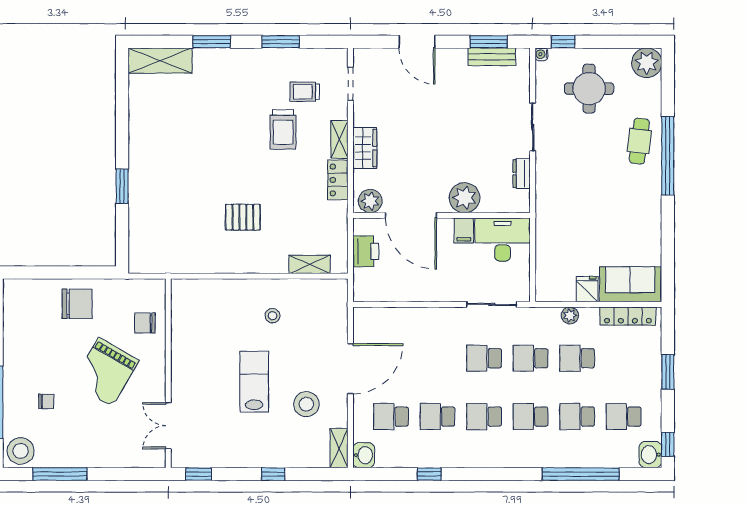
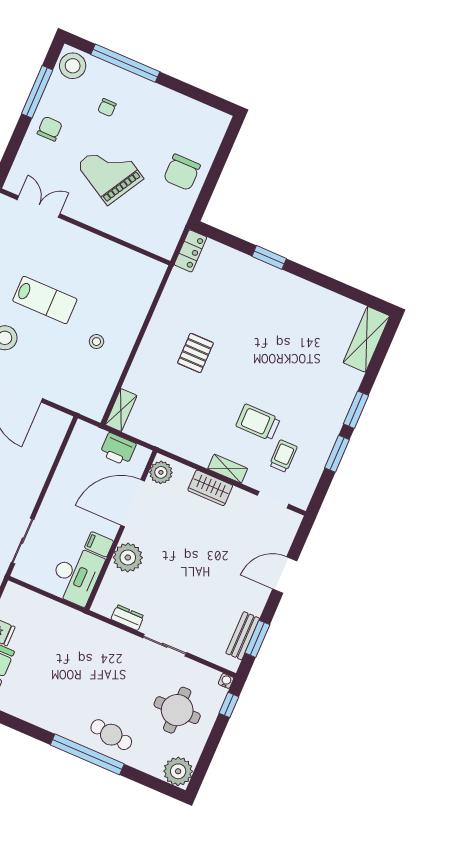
window: (212, 42) -> (356, 410), moved
locker: (338, 180) -> (190, 251), moved, turned 90
shelving: (310, 264) -> (121, 410), moved
chair: (145, 323) -> (50, 129), moved

